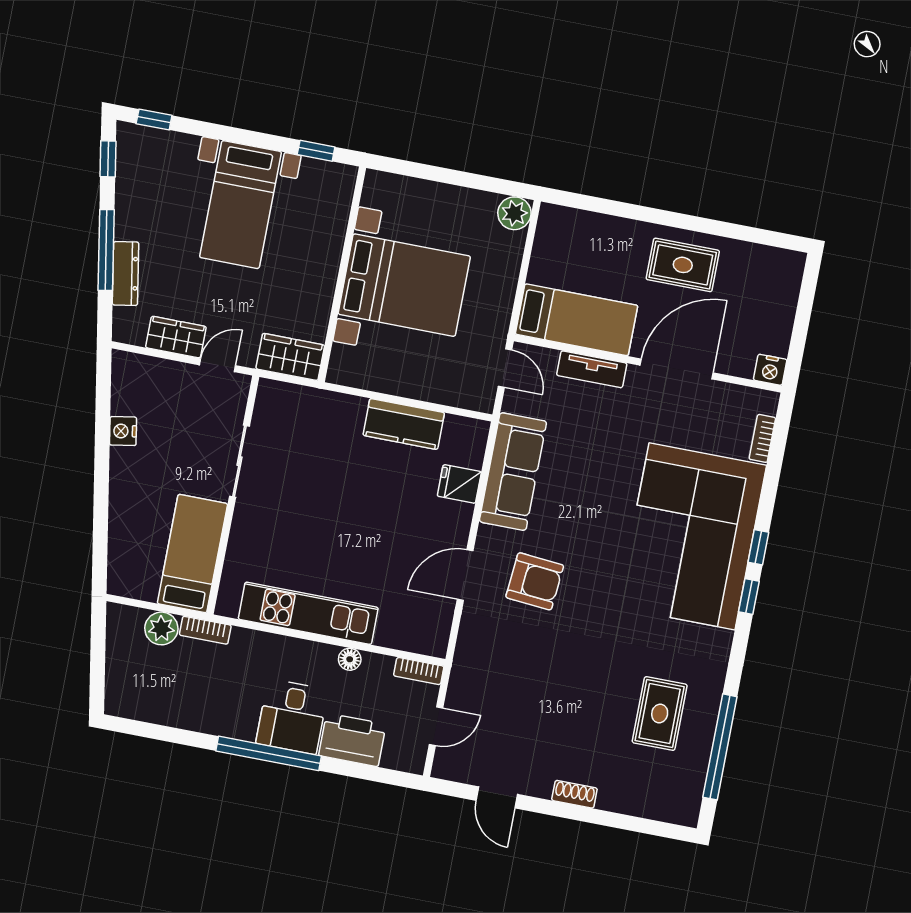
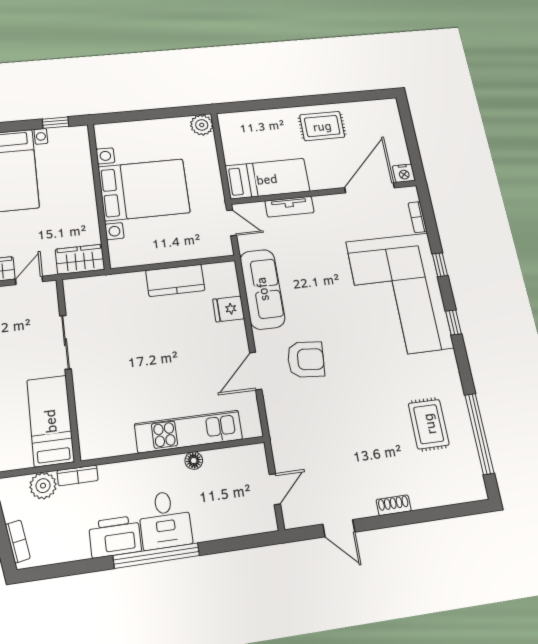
door: (677, 369) -> (370, 188), moved
window: (758, 547) -> (440, 265), moved
kitchen unit: (308, 613) -> (188, 431), moved
bookcase: (419, 671) -> (18, 541), moved, turned -100
printer: (352, 740) -> (115, 537), moved

